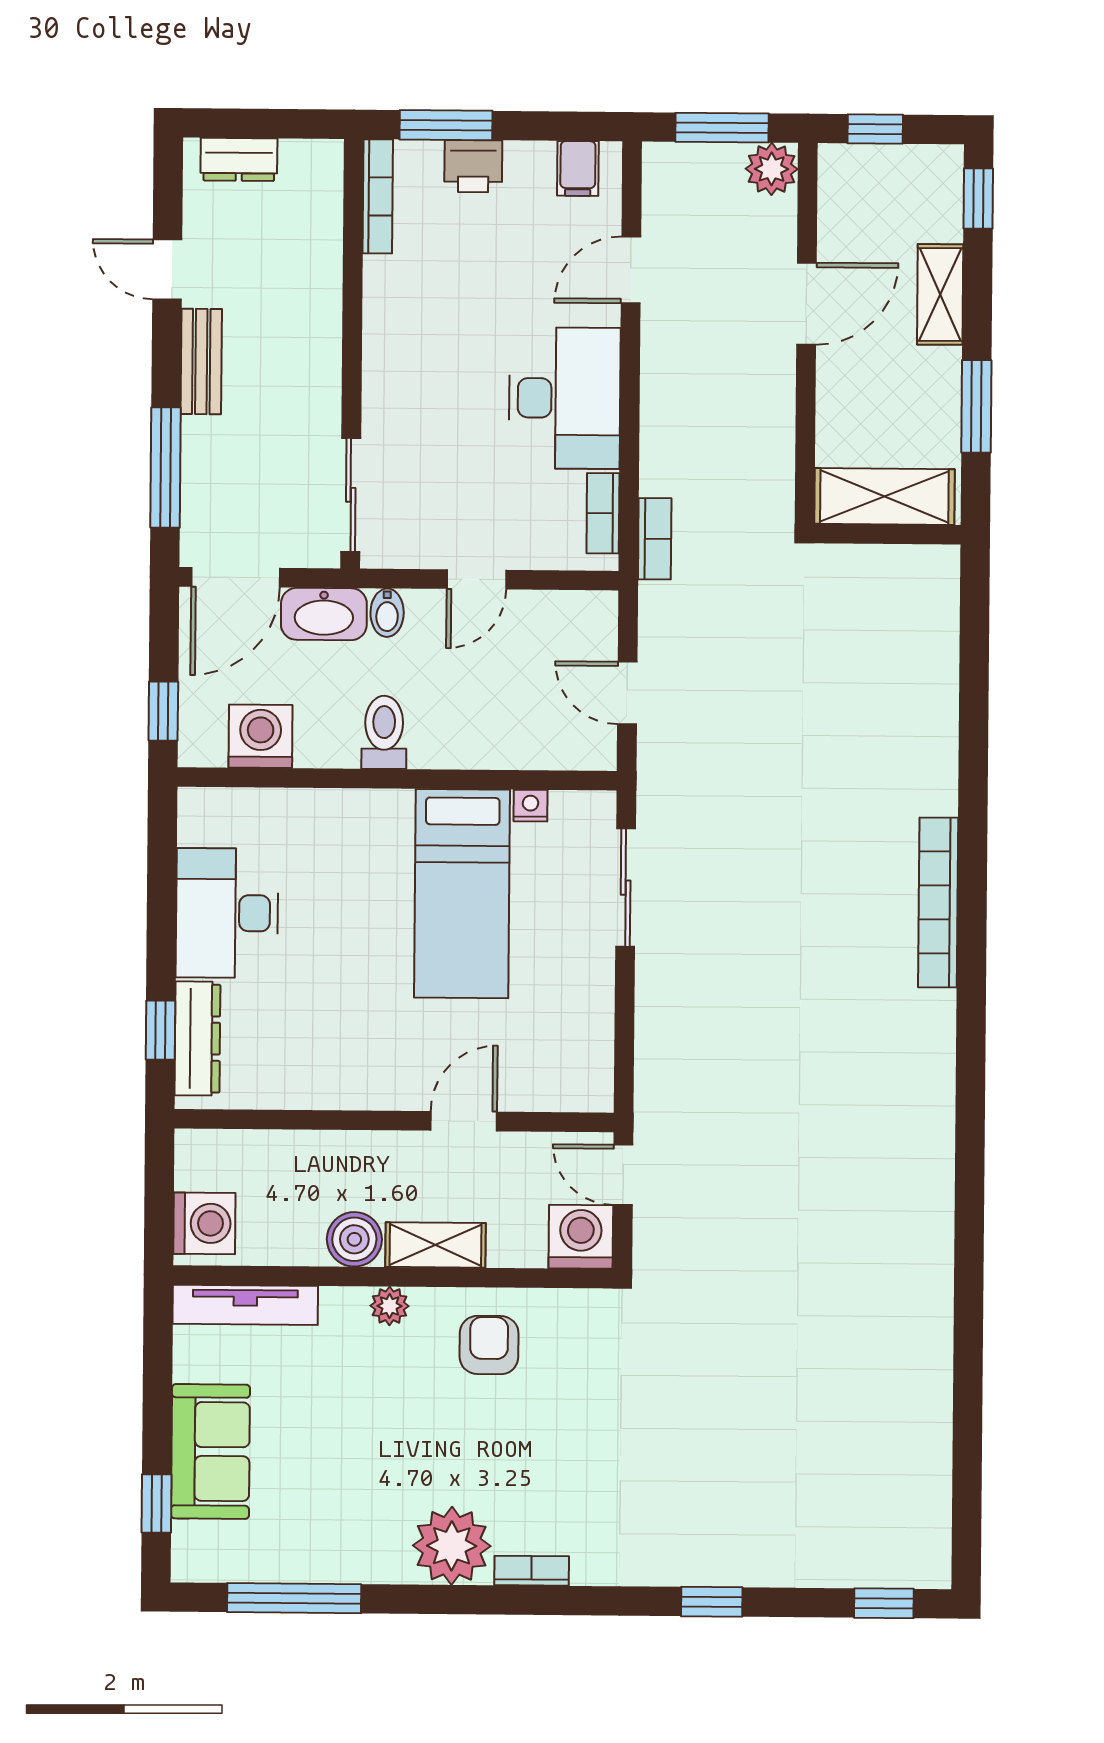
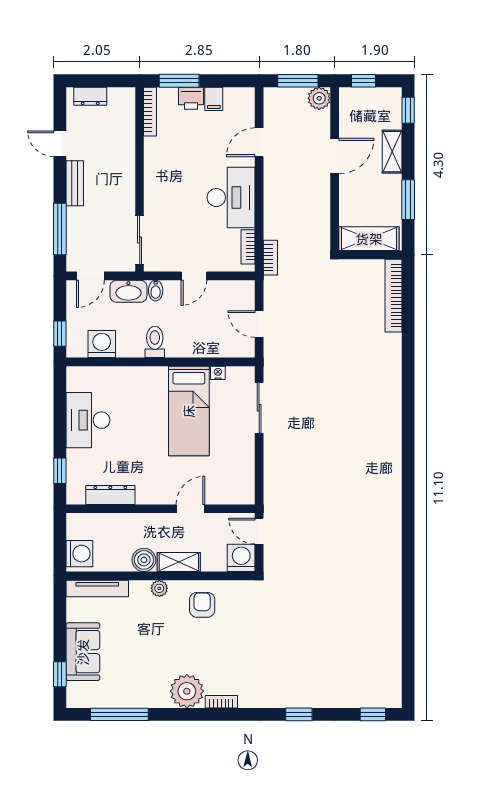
filing cabinet: (578, 168) -> (214, 99), moved
door: (236, 577) -> (90, 276), width x0.73
bookcase: (938, 903) -> (394, 296), moved
dresser: (197, 1038) -> (110, 495), moved, turned -90

